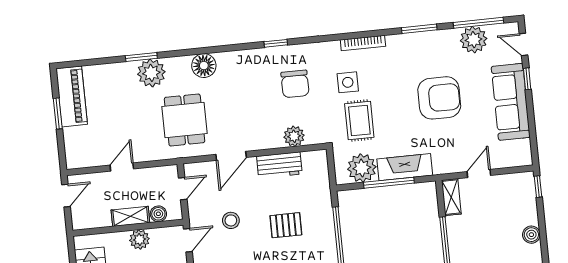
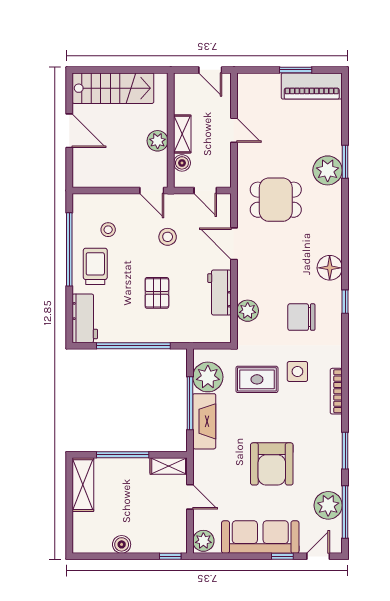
floor lamp: (204, 66) -> (330, 268), moved
plant: (520, 156) -> (203, 541), added

